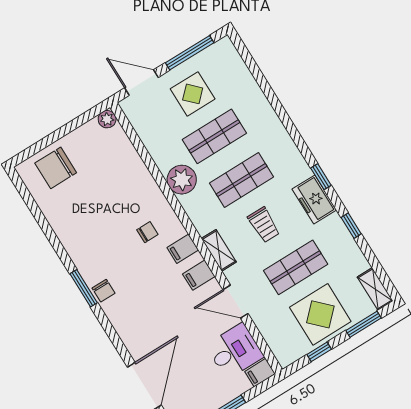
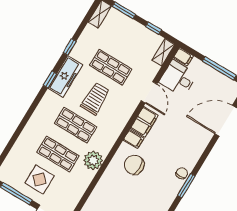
freezer: (314, 199) -> (65, 76), width x1.40
trolley: (264, 225) -> (95, 99), width x1.36, depth x1.39
chair: (147, 232) -> (134, 165), width x1.87, depth x1.87
shelving: (219, 250) -> (163, 52), moved
filing cabinet: (199, 275) -> (144, 122), width x2.00
display table: (320, 314) -> (131, 39), removed

